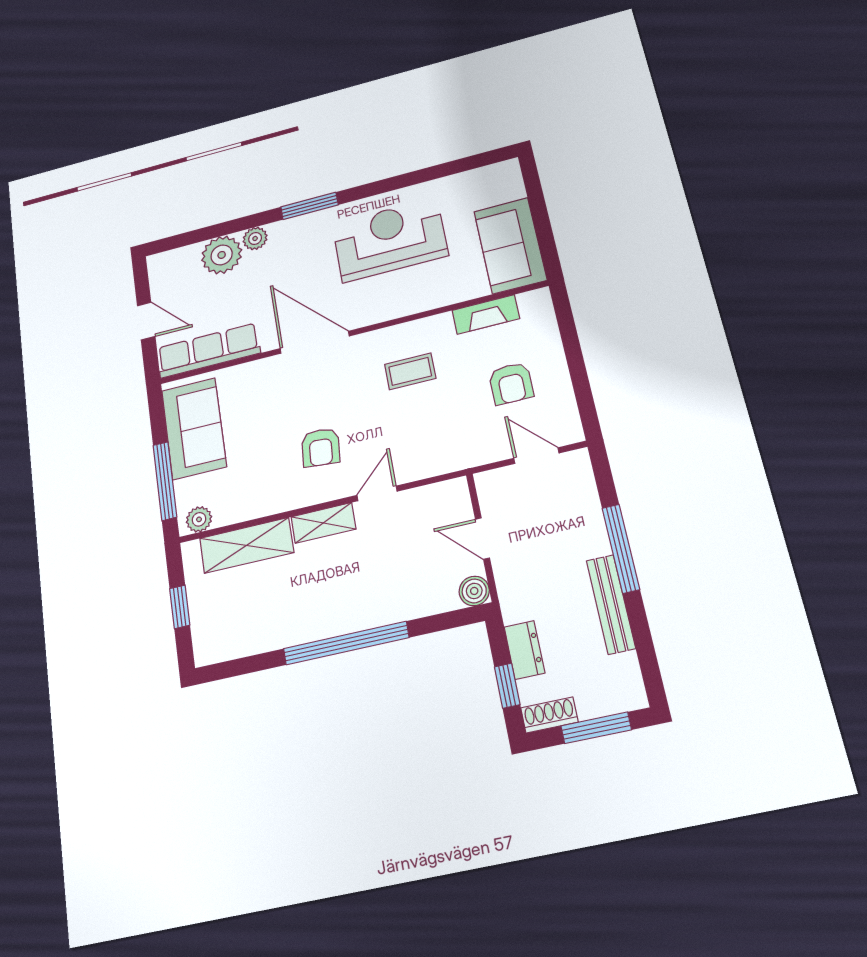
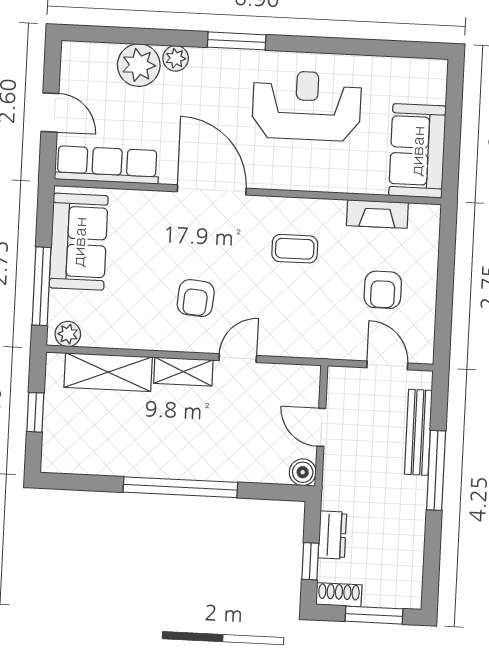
bench: (611, 604) -> (418, 432), moved

